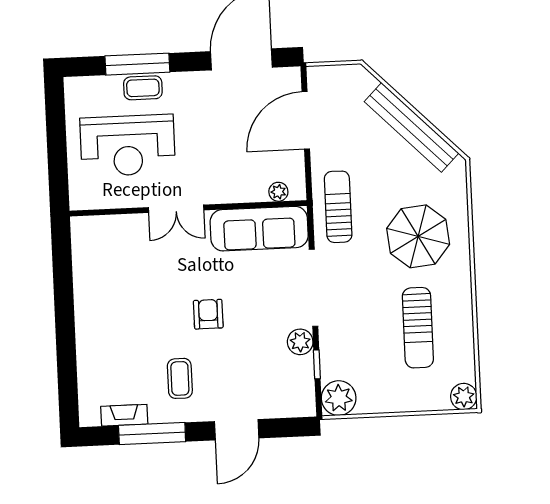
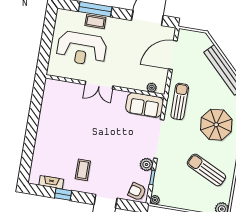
sofa: (259, 229) -> (145, 105), width x0.73
armchair: (208, 314) -> (137, 192), moved, turned -75
sun lounger: (418, 328) -> (206, 170), turned 116
plant: (339, 398) -> (155, 200), width x0.53, depth x0.53
window: (152, 434) -> (63, 194), width x0.46

